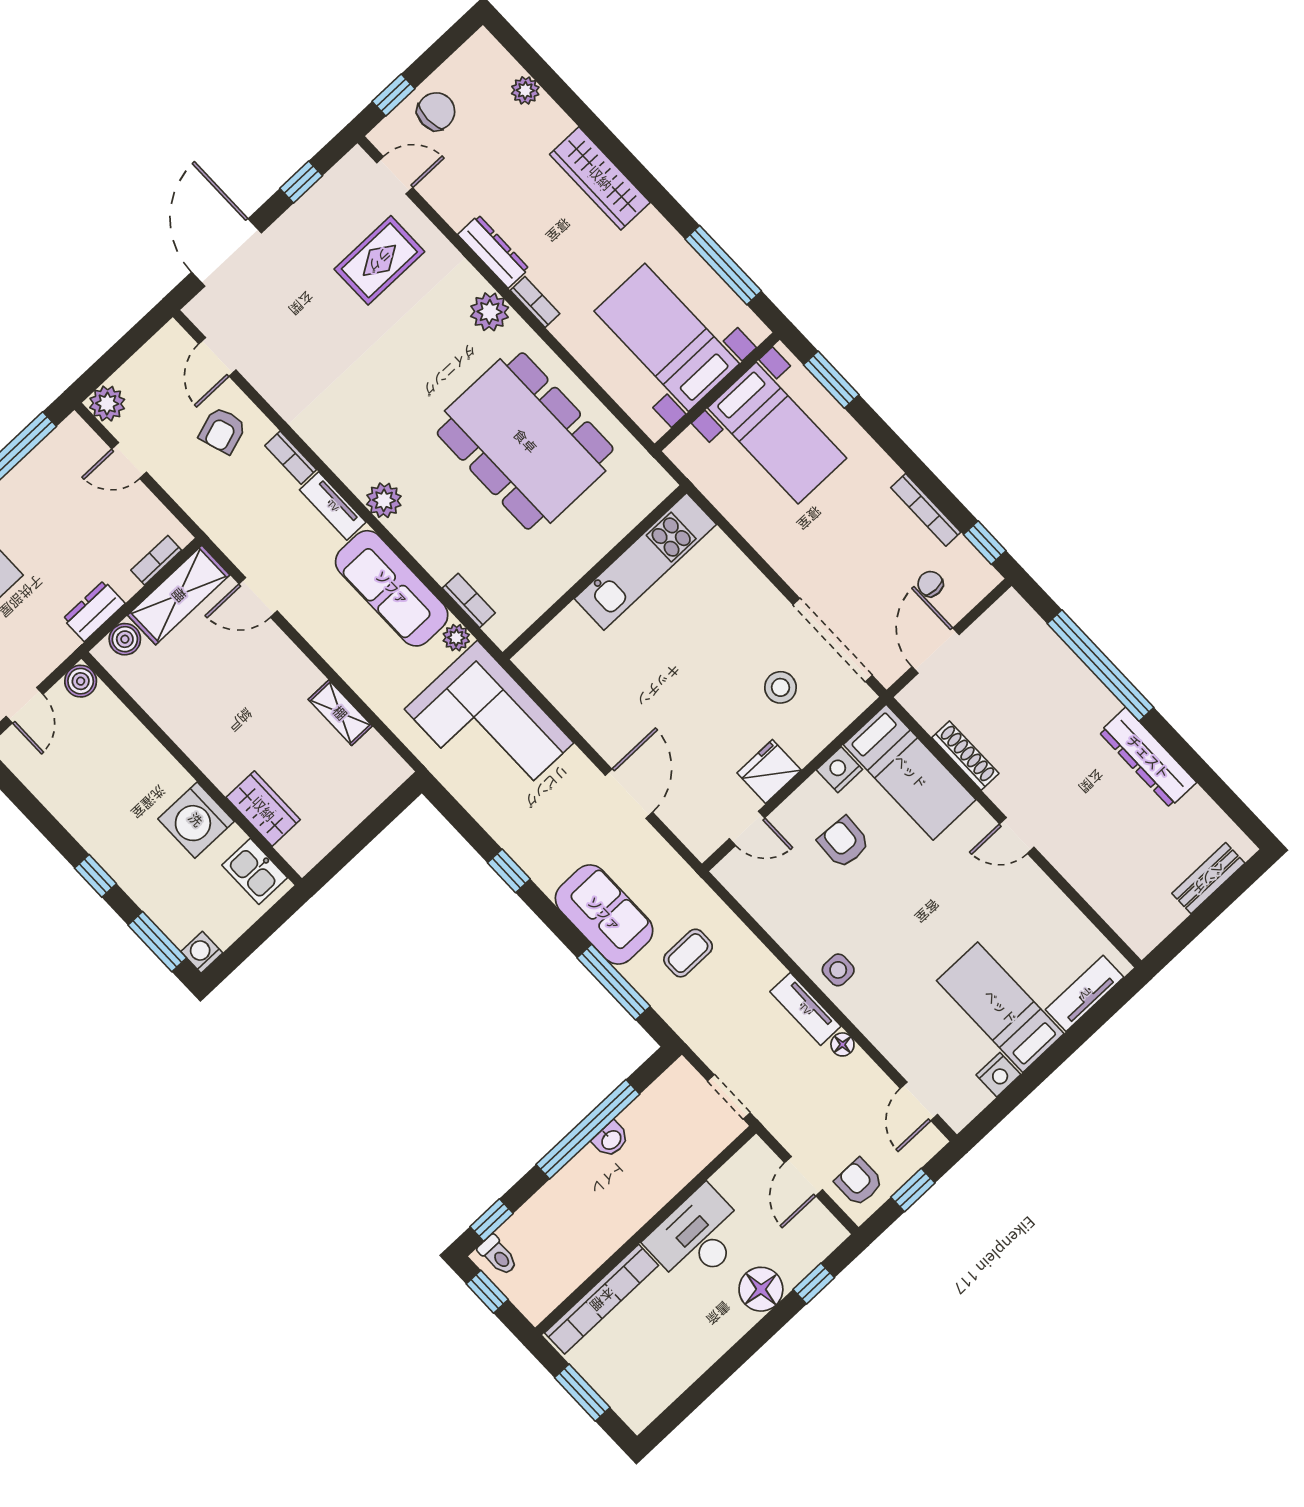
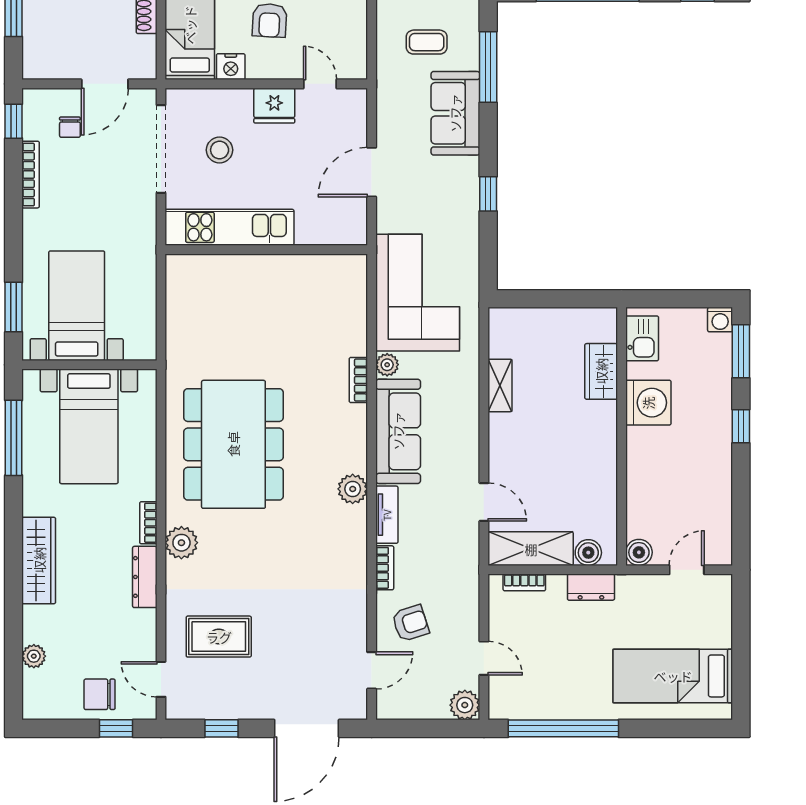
kitchen unit: (645, 561) -> (229, 227), moved
wall: (595, 572) -> (266, 250), moved

